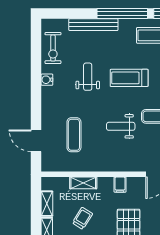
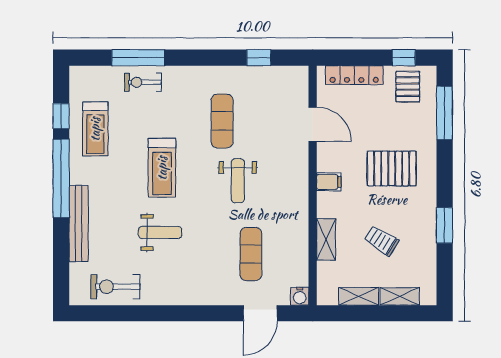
exercise bike: (53, 48) -> (115, 287), turned 180
weight bench: (88, 77) -> (160, 232), turned 180
water cooler: (47, 80) -> (300, 296), moved
exercise mat: (74, 135) -> (251, 254), turned 90

